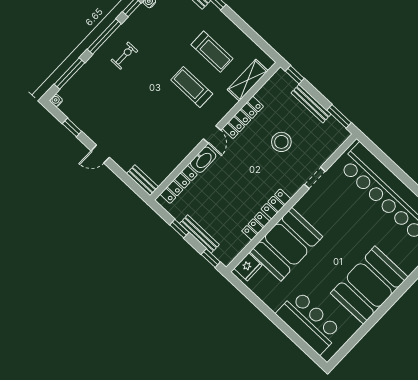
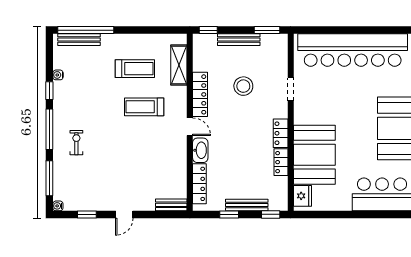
exercise bike: (124, 56) -> (76, 143), moved

